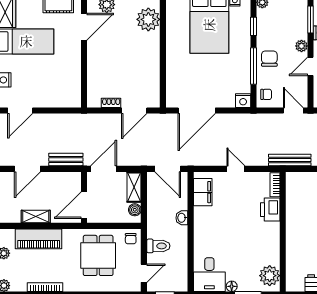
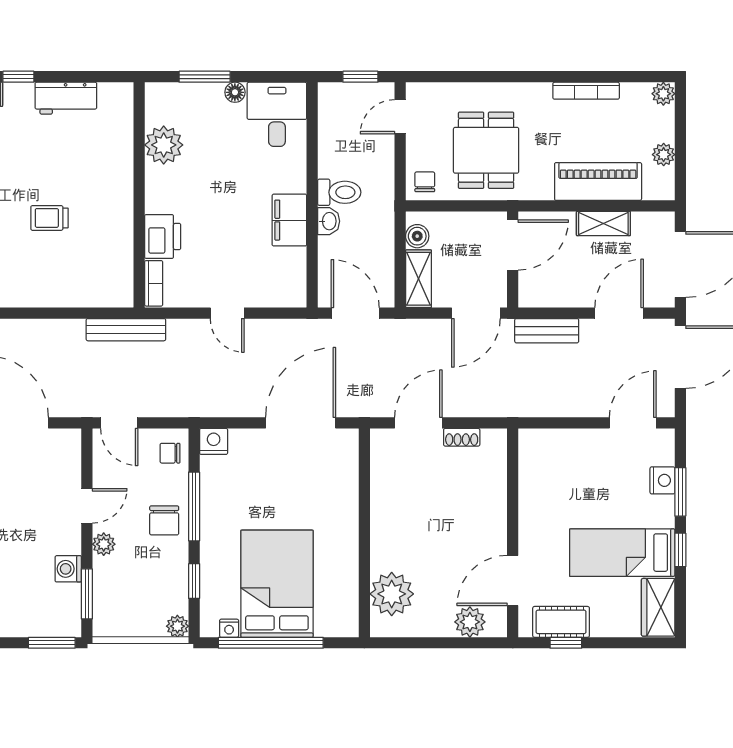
filing cabinet: (203, 192) -> (289, 220), moved
toilet: (158, 246) -> (339, 192), moved, turned 180
plant: (270, 276) -> (164, 145), moved

